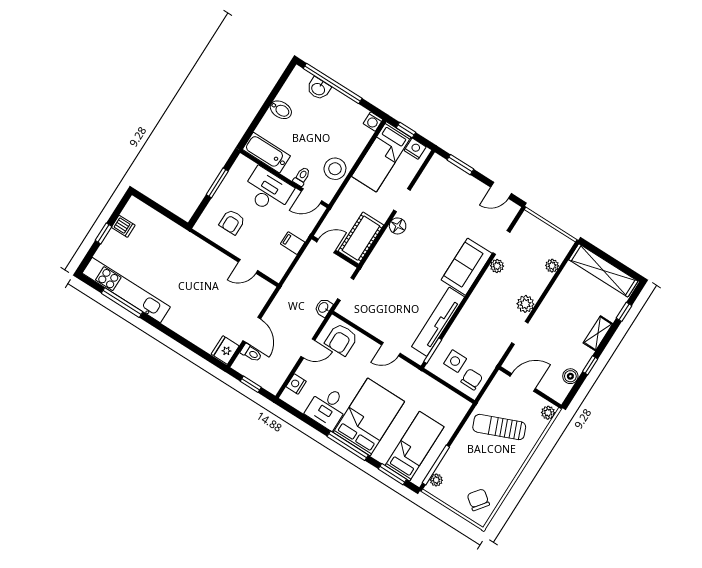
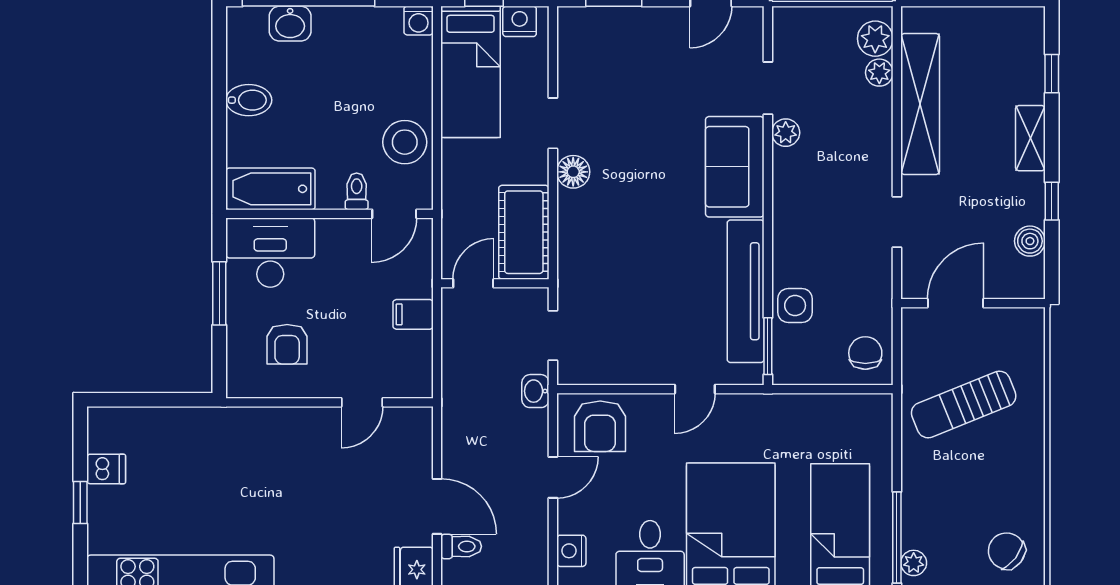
desk: (268, 191) -> (270, 253), moved
shelving: (603, 270) -> (920, 104), moved, turned 90
plant: (525, 304) -> (875, 39), moved
side table: (455, 361) -> (795, 306), moved
plant: (548, 413) -> (1031, 327), removed

